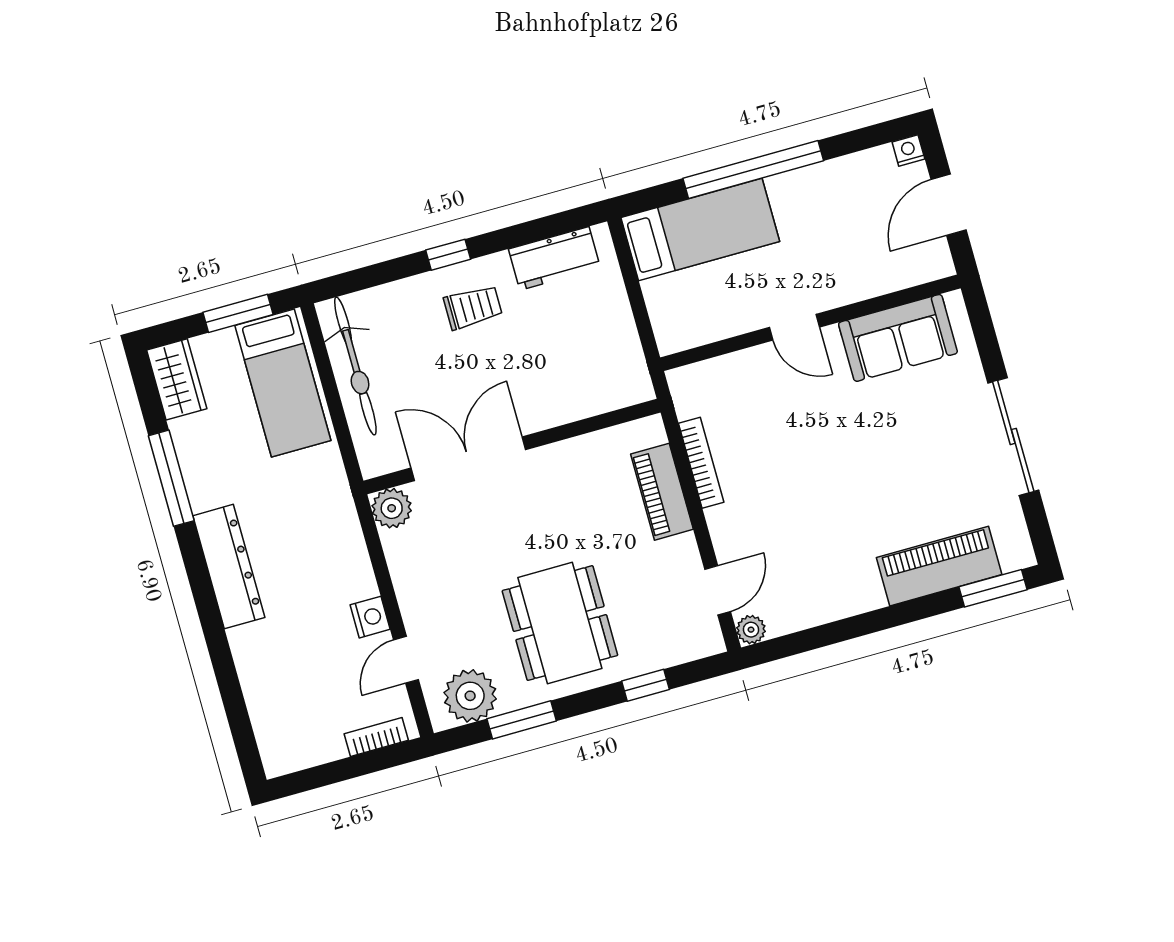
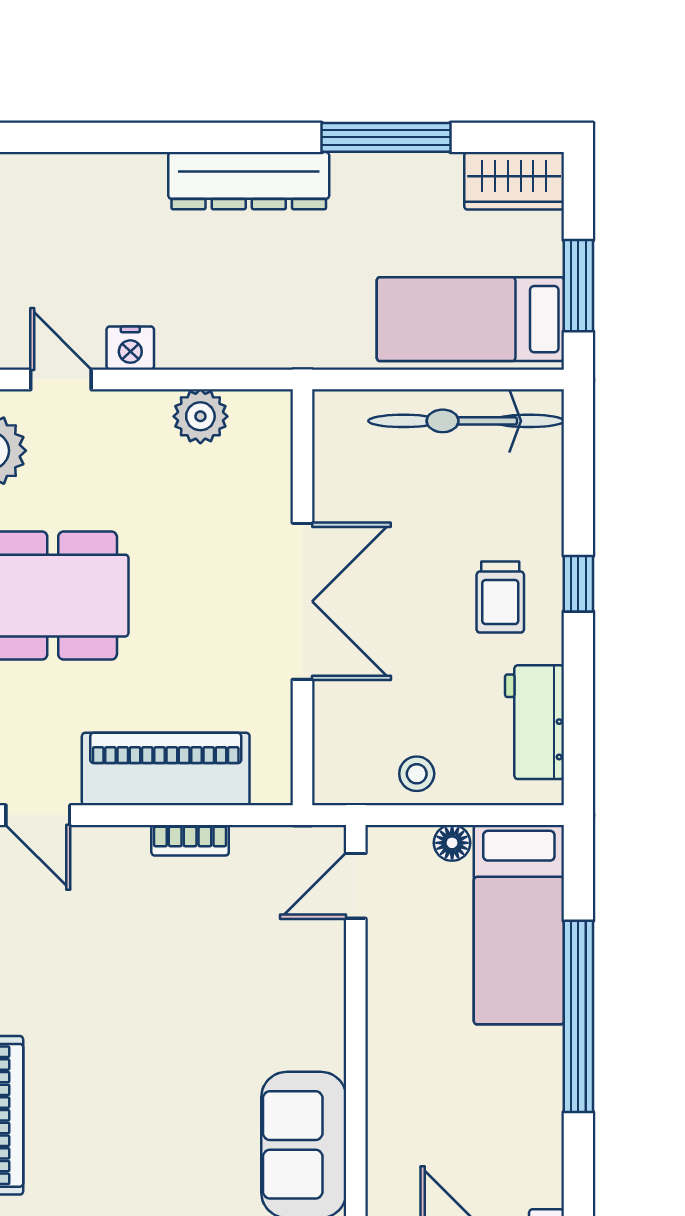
floor lamp: (656, 293) -> (452, 843), added
door: (794, 327) -> (356, 886), moved
stool: (614, 331) -> (417, 774), added
double door: (468, 459) -> (302, 601), moved
bookcase: (701, 463) -> (190, 840), width x0.64
piano: (662, 492) -> (166, 769), width x1.37, depth x1.33
plant: (392, 508) -> (200, 416), moved

